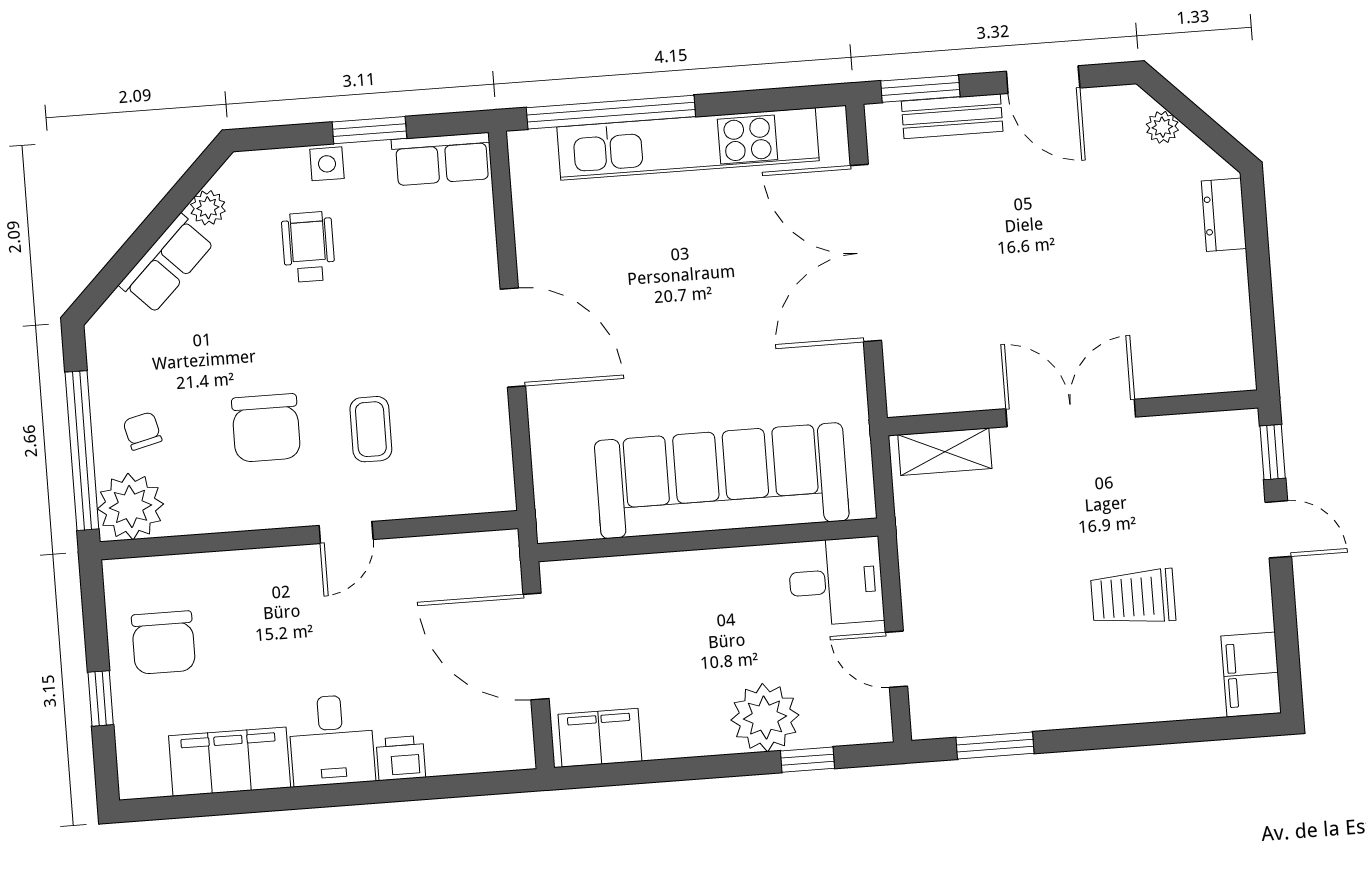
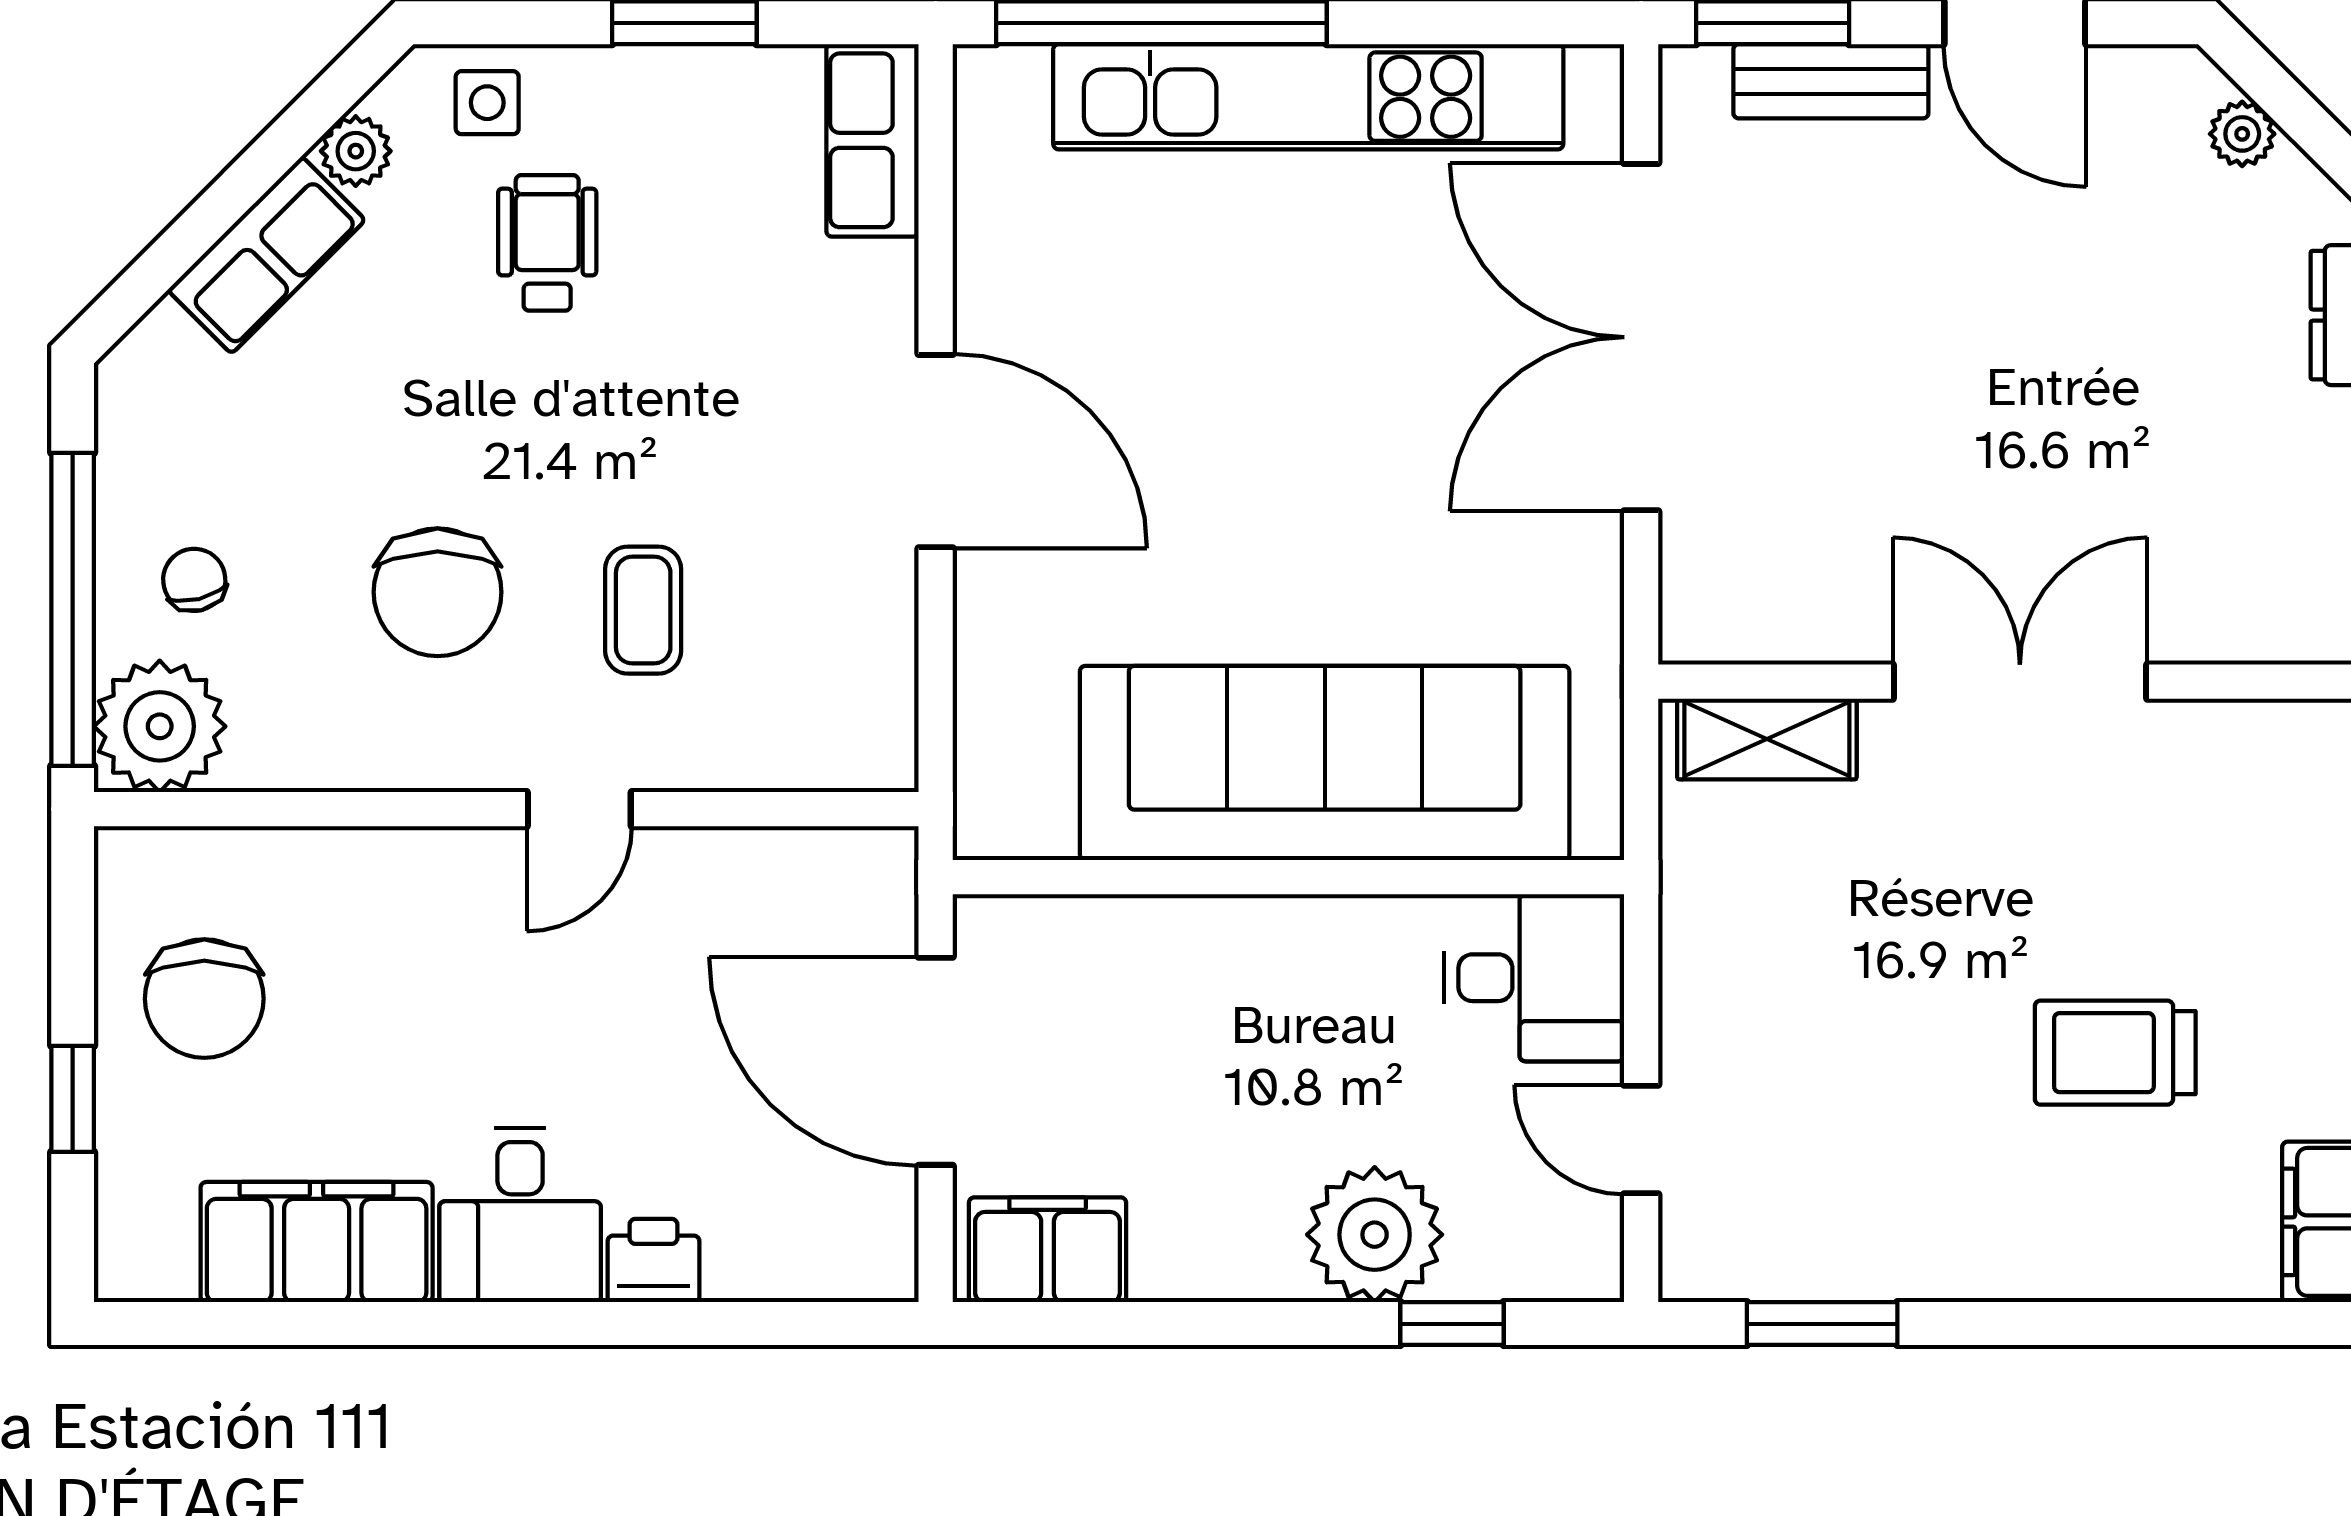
row of seats: (442, 159) -> (872, 140), moved, turned 90
side table: (327, 164) -> (487, 103), moved

